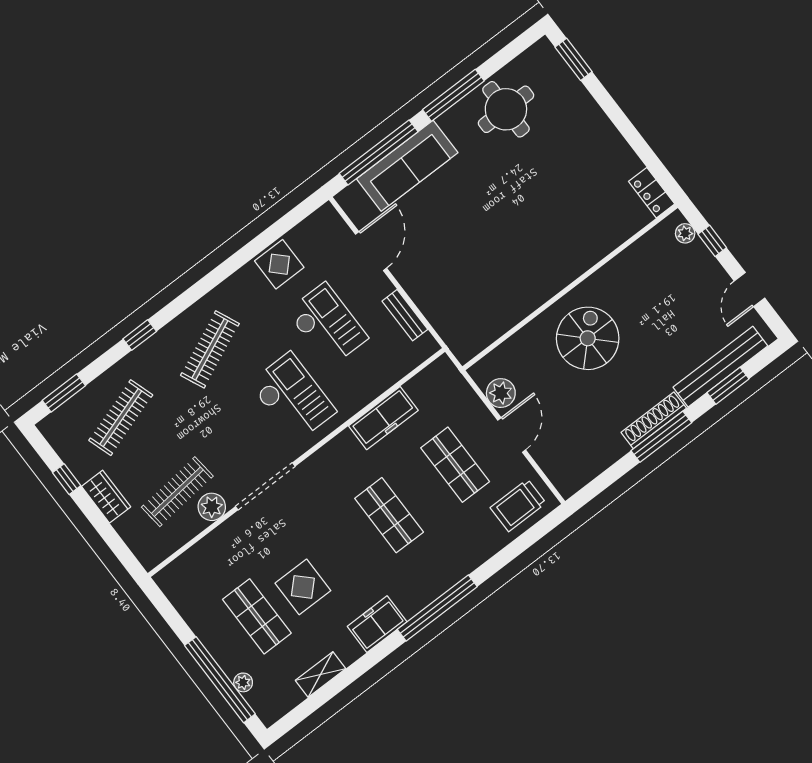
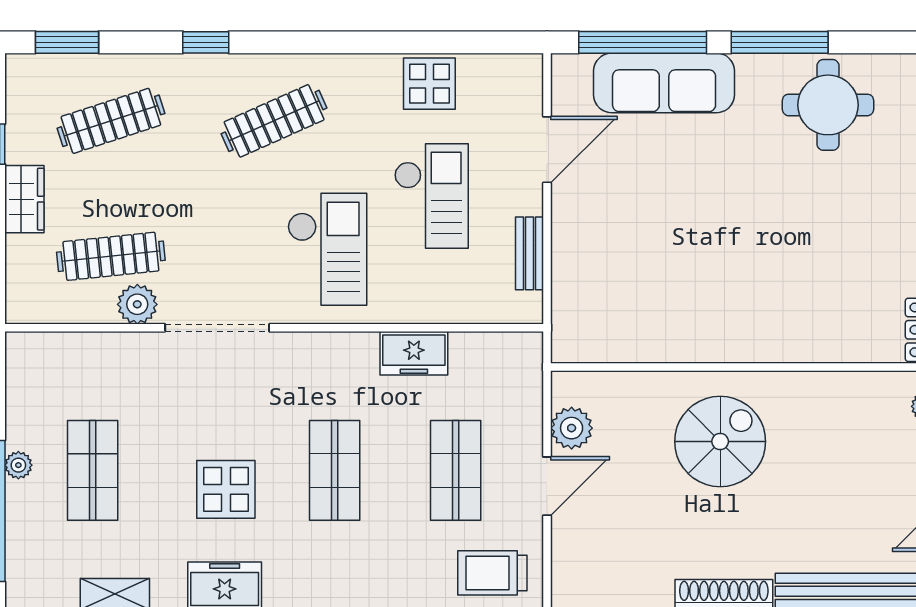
freezer: (383, 418) -> (414, 353), width x0.71
display table: (303, 587) -> (226, 489), moved
plant: (243, 682) -> (18, 465), moved

